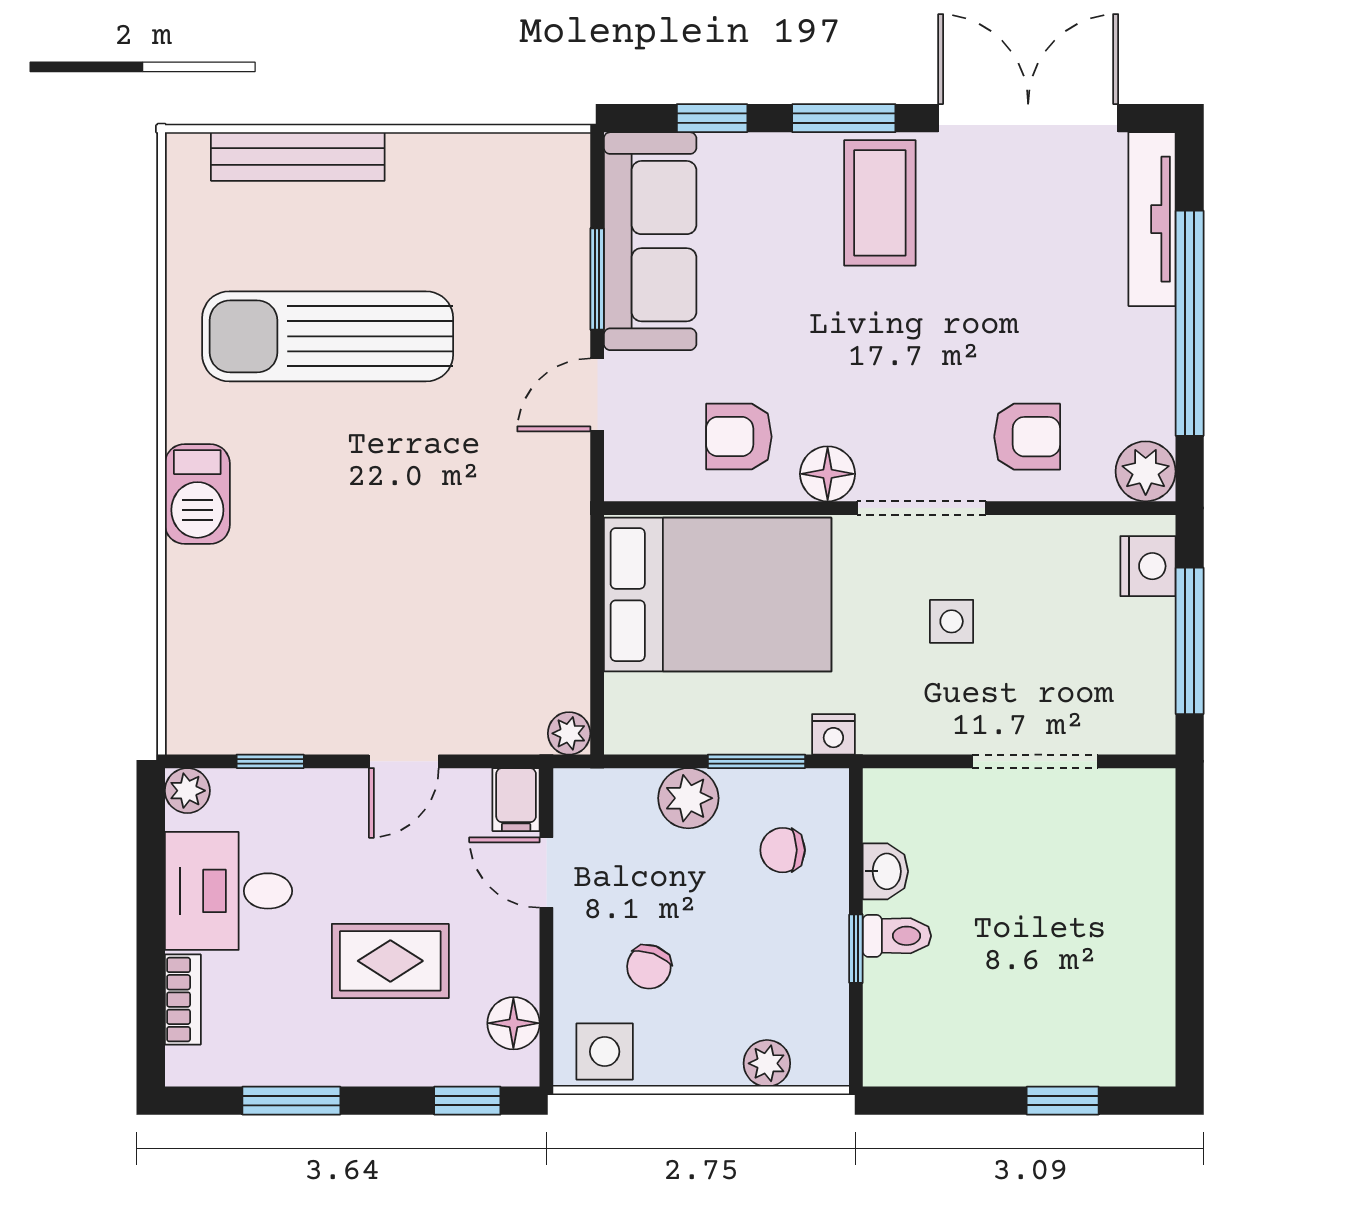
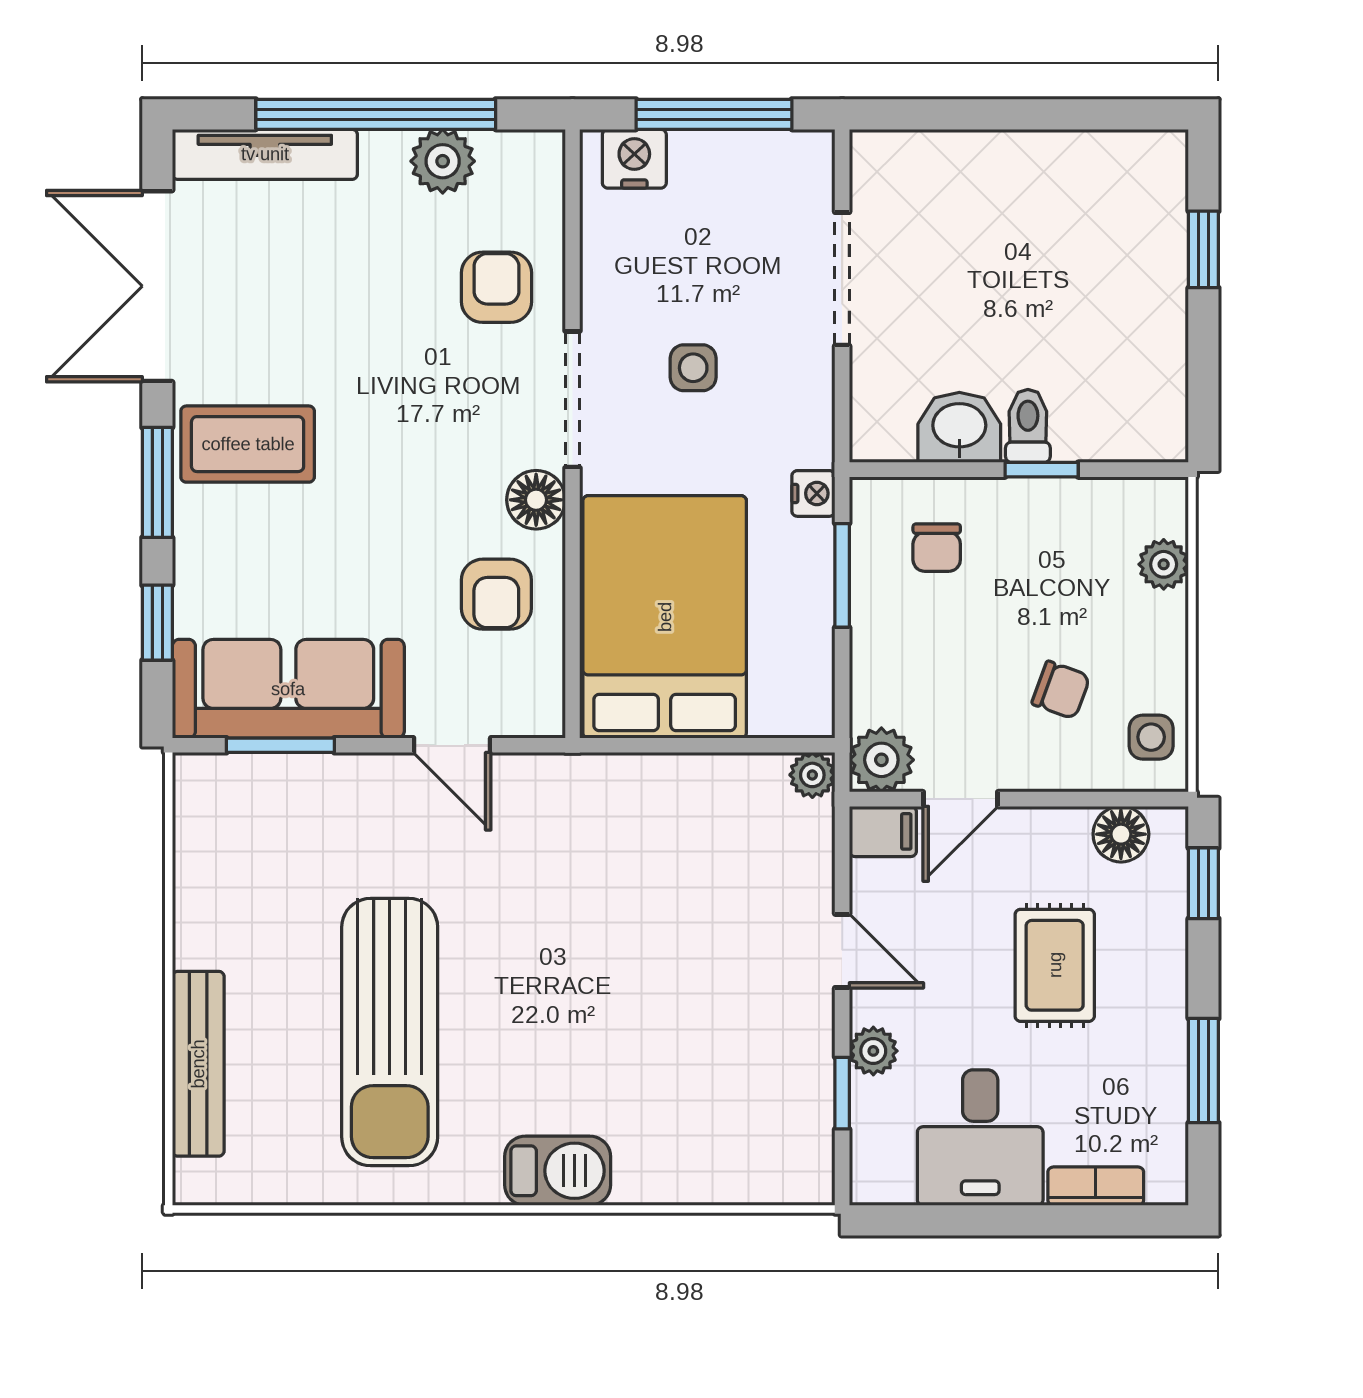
window: (597, 279) -> (280, 745), moved
plant: (1146, 471) -> (443, 161), moved
plant: (187, 791) -> (873, 1051), moved
plant: (688, 798) -> (881, 760), moved
washbasin: (885, 871) -> (959, 427), width x1.38, depth x1.45
side table: (605, 1052) -> (1151, 737), width x0.73, depth x0.73

